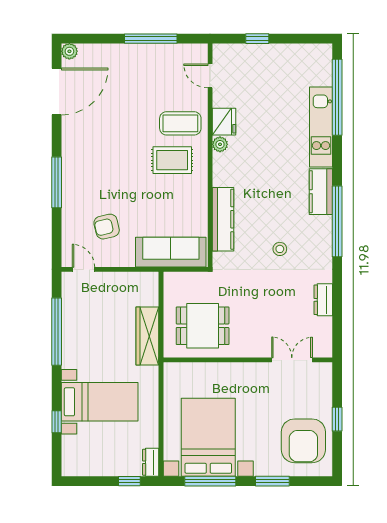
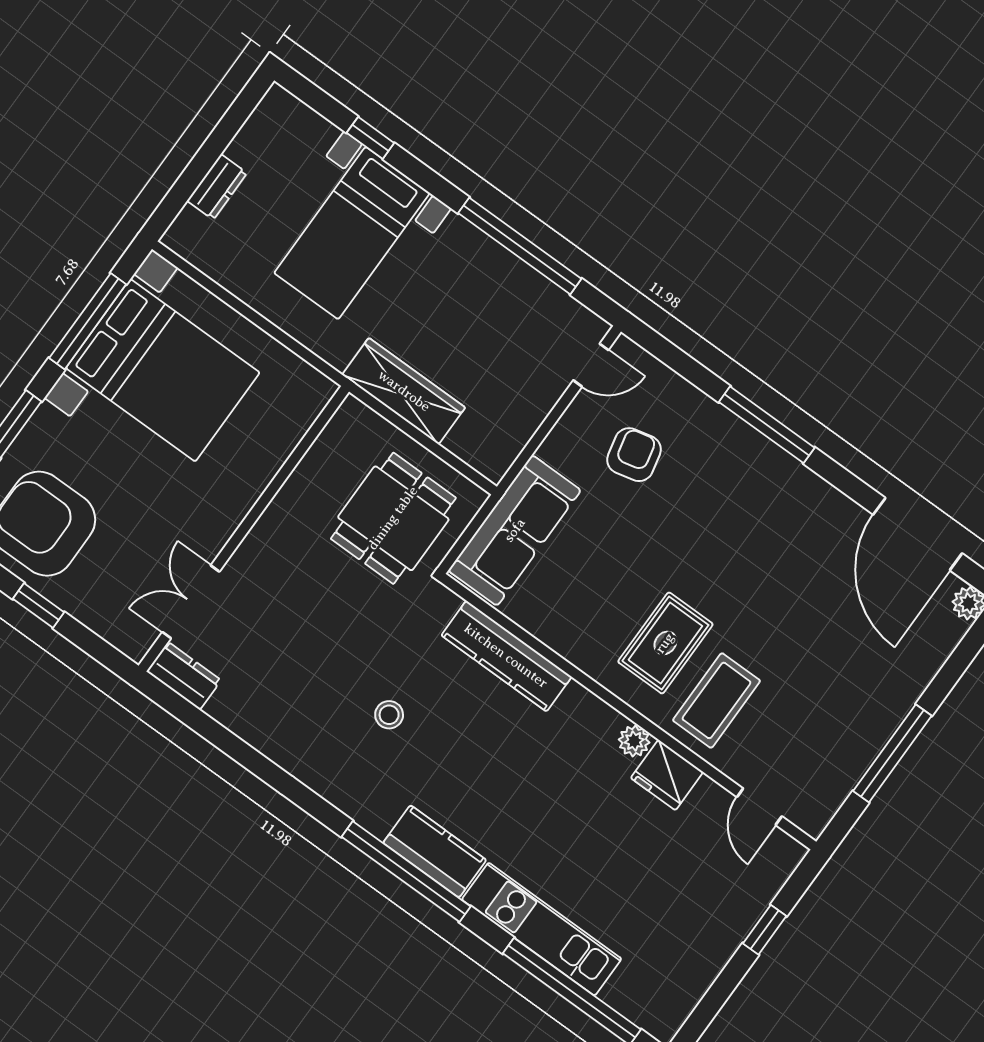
door: (210, 76) -> (759, 807), swing flipped
window: (337, 221) -> (406, 872), moved
dresser: (323, 300) -> (184, 676), moved
dining table: (203, 326) -> (393, 518), moved
double door: (292, 360) -> (191, 602), swing flipped
dresser: (151, 462) -> (217, 187), moved, turned 90
window: (129, 481) -> (185, 187), removed

